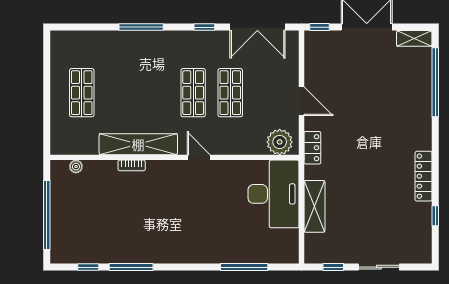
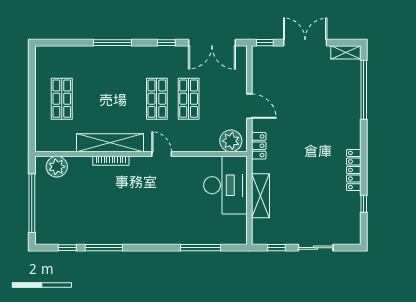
bookcase: (132, 165) -> (111, 161), width x1.56
plant: (76, 167) -> (57, 167), width x1.88, depth x1.88

